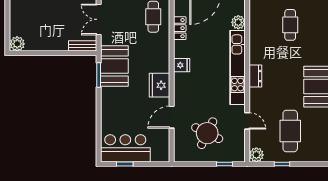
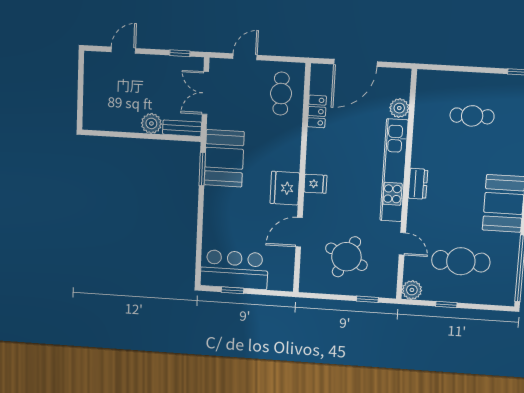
cafe table: (290, 25) -> (472, 116), turned 90
plant: (17, 44) -> (151, 123), moved
fridge: (182, 65) -> (315, 184), moved
cafe table: (290, 131) -> (461, 261), turned 90

